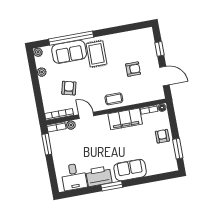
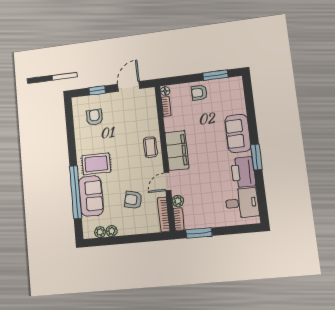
plant: (38, 52) -> (100, 232), moved
armchair: (133, 69) -> (94, 117), moved
filing cabinet: (125, 119) -> (177, 150), moved

